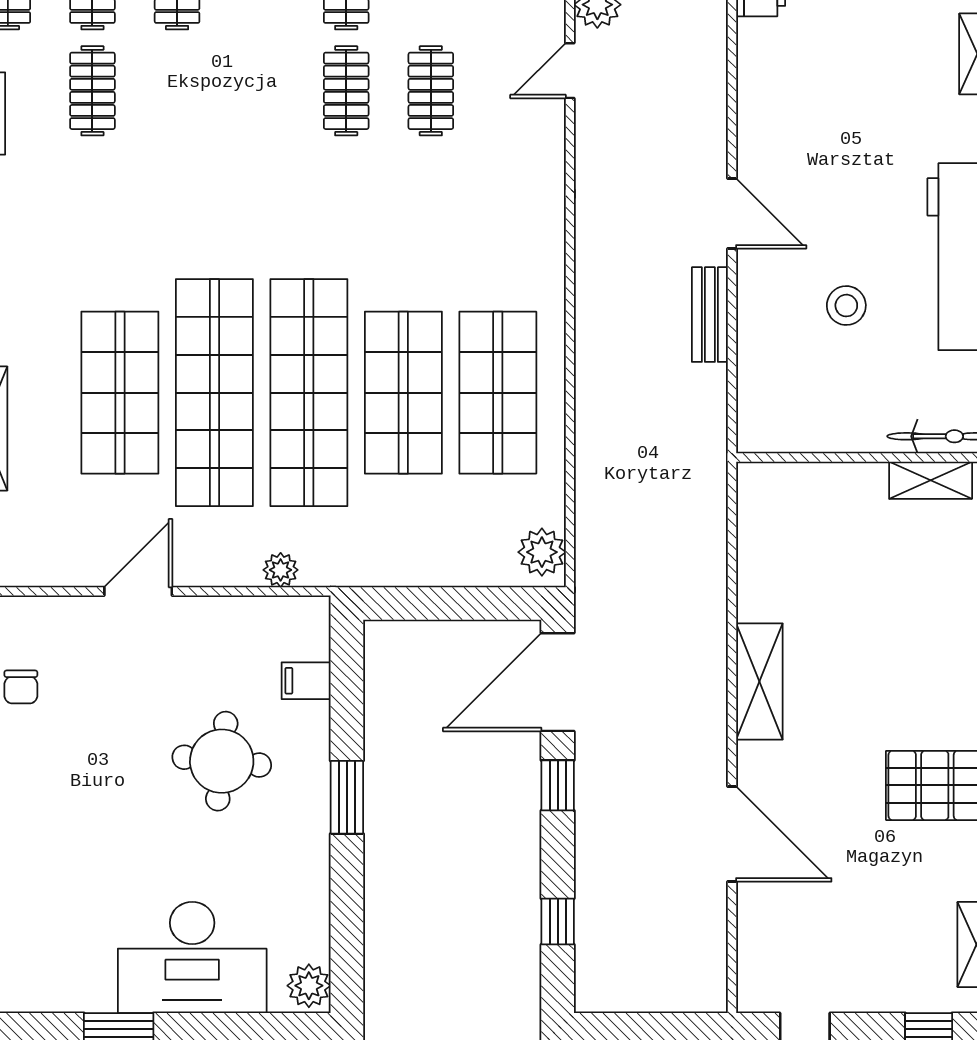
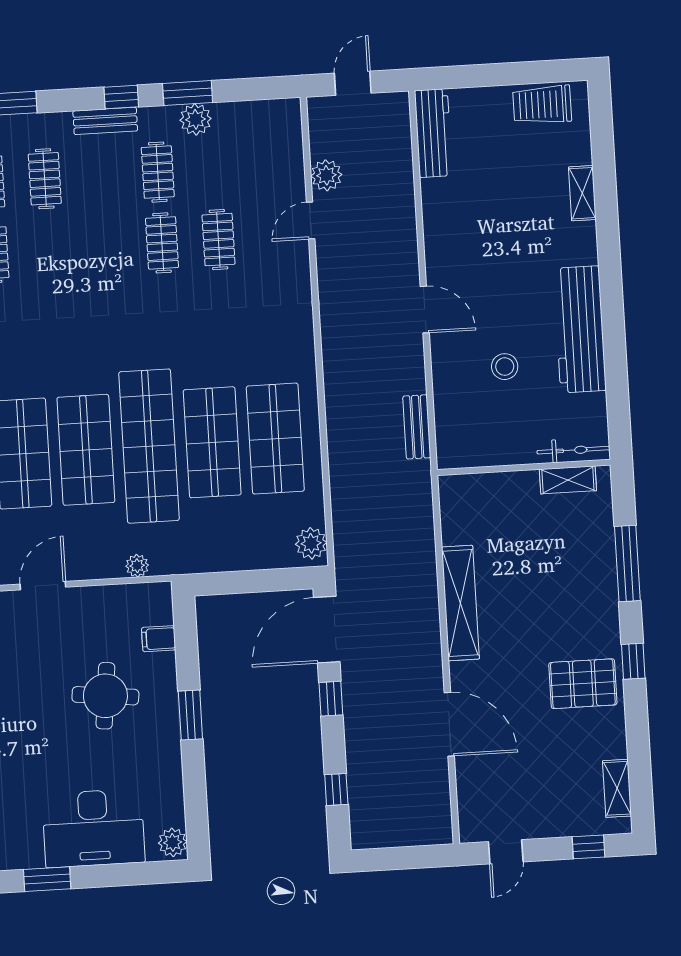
bench: (710, 315) -> (417, 427), moved
shop shelf: (214, 393) -> (86, 450), width x0.71
shelving: (759, 681) -> (460, 603), width x1.47

